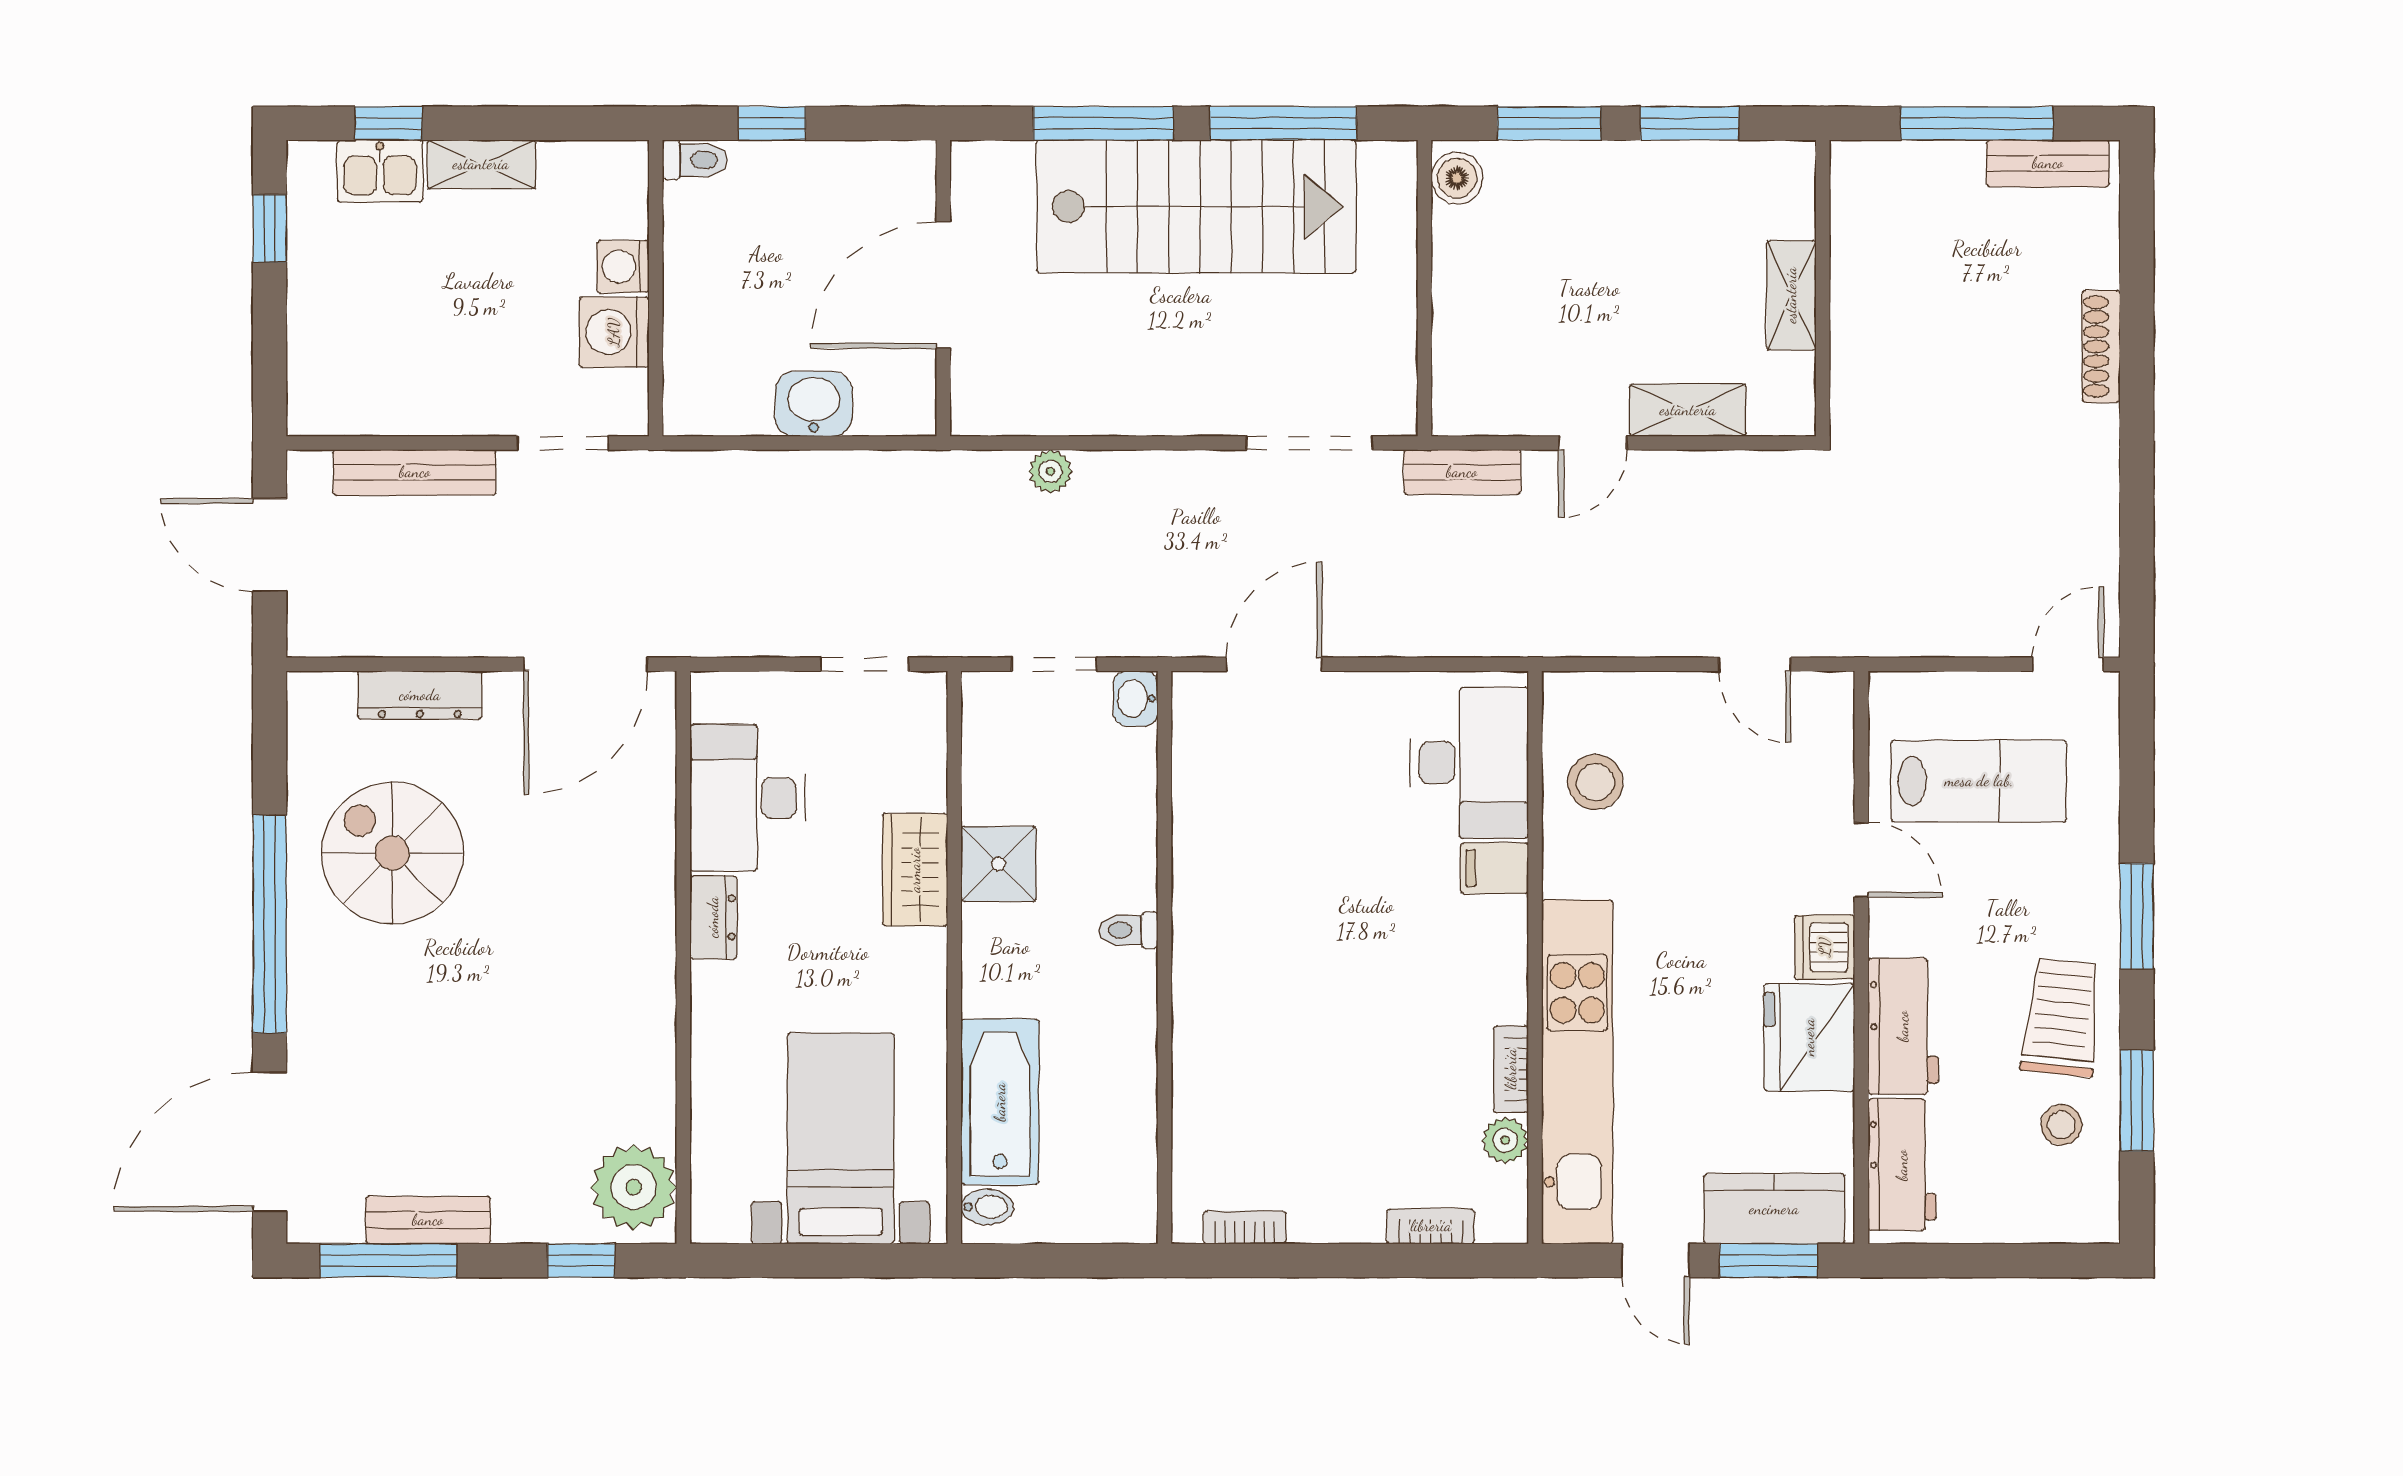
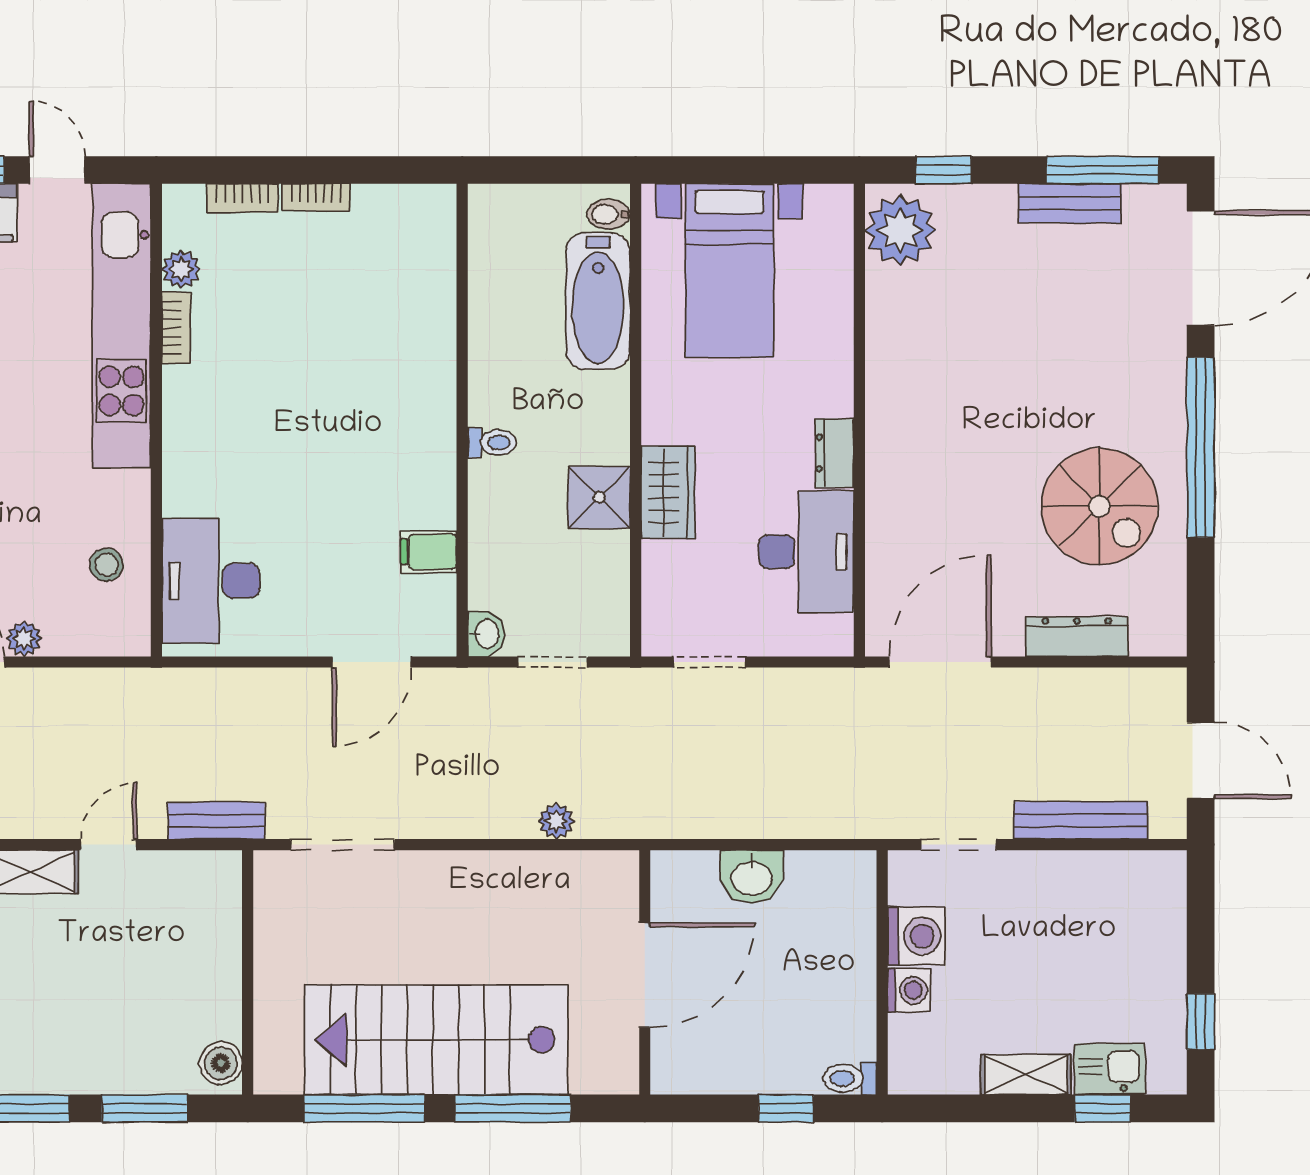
plant: (1695, 692) -> (24, 639), added
stool: (1595, 782) -> (107, 565), width x0.73, depth x0.73
filing cabinet: (1495, 868) -> (429, 552), moved, turned 180
bookcase: (1245, 1227) -> (316, 197), moved

